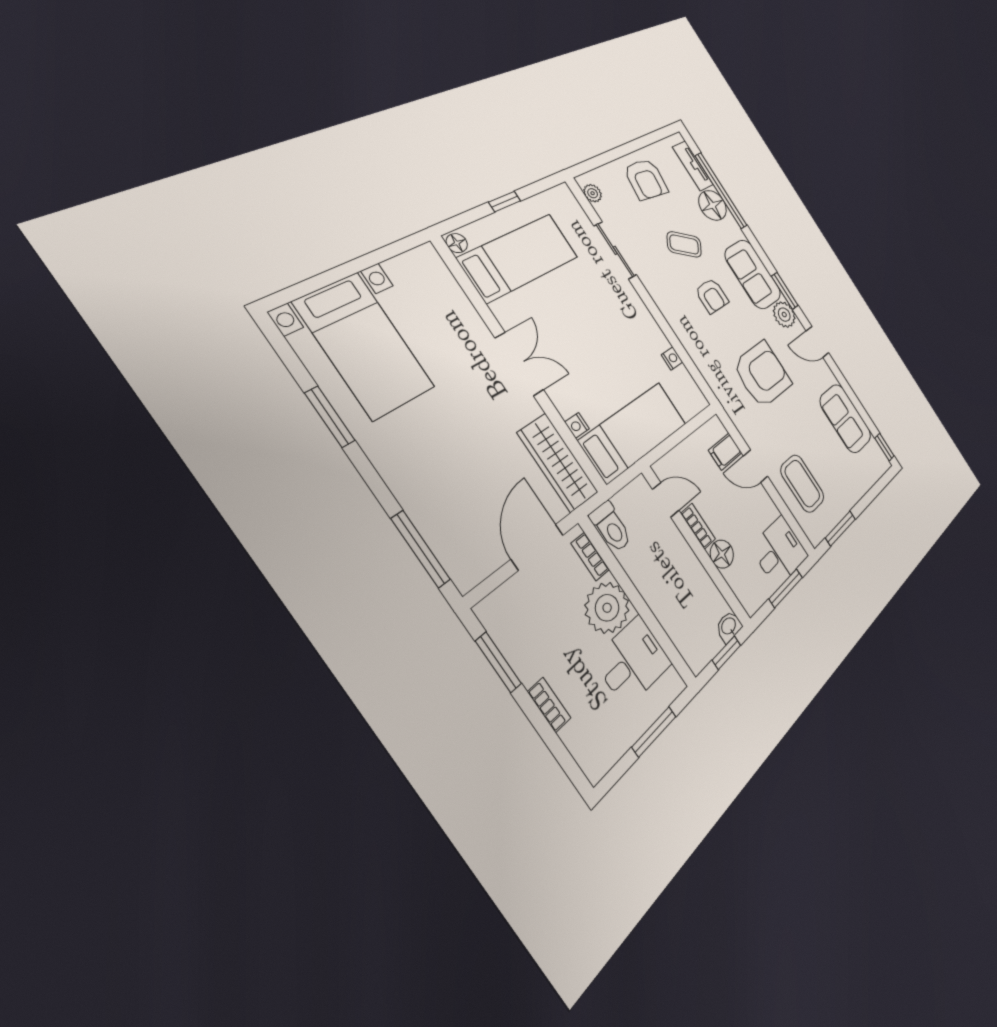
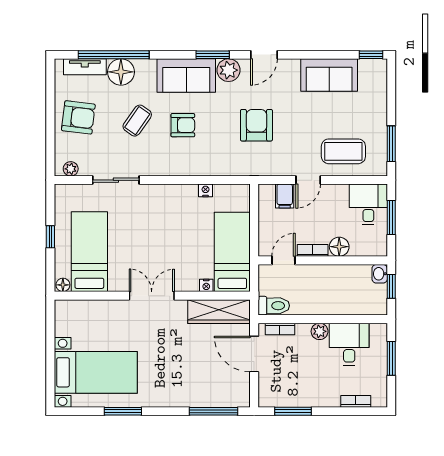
armchair: (762, 374) -> (256, 125), width x0.73, depth x0.73
plant: (607, 608) -> (320, 331), width x0.53, depth x0.53
bookcase: (549, 705) -> (356, 401), moved

